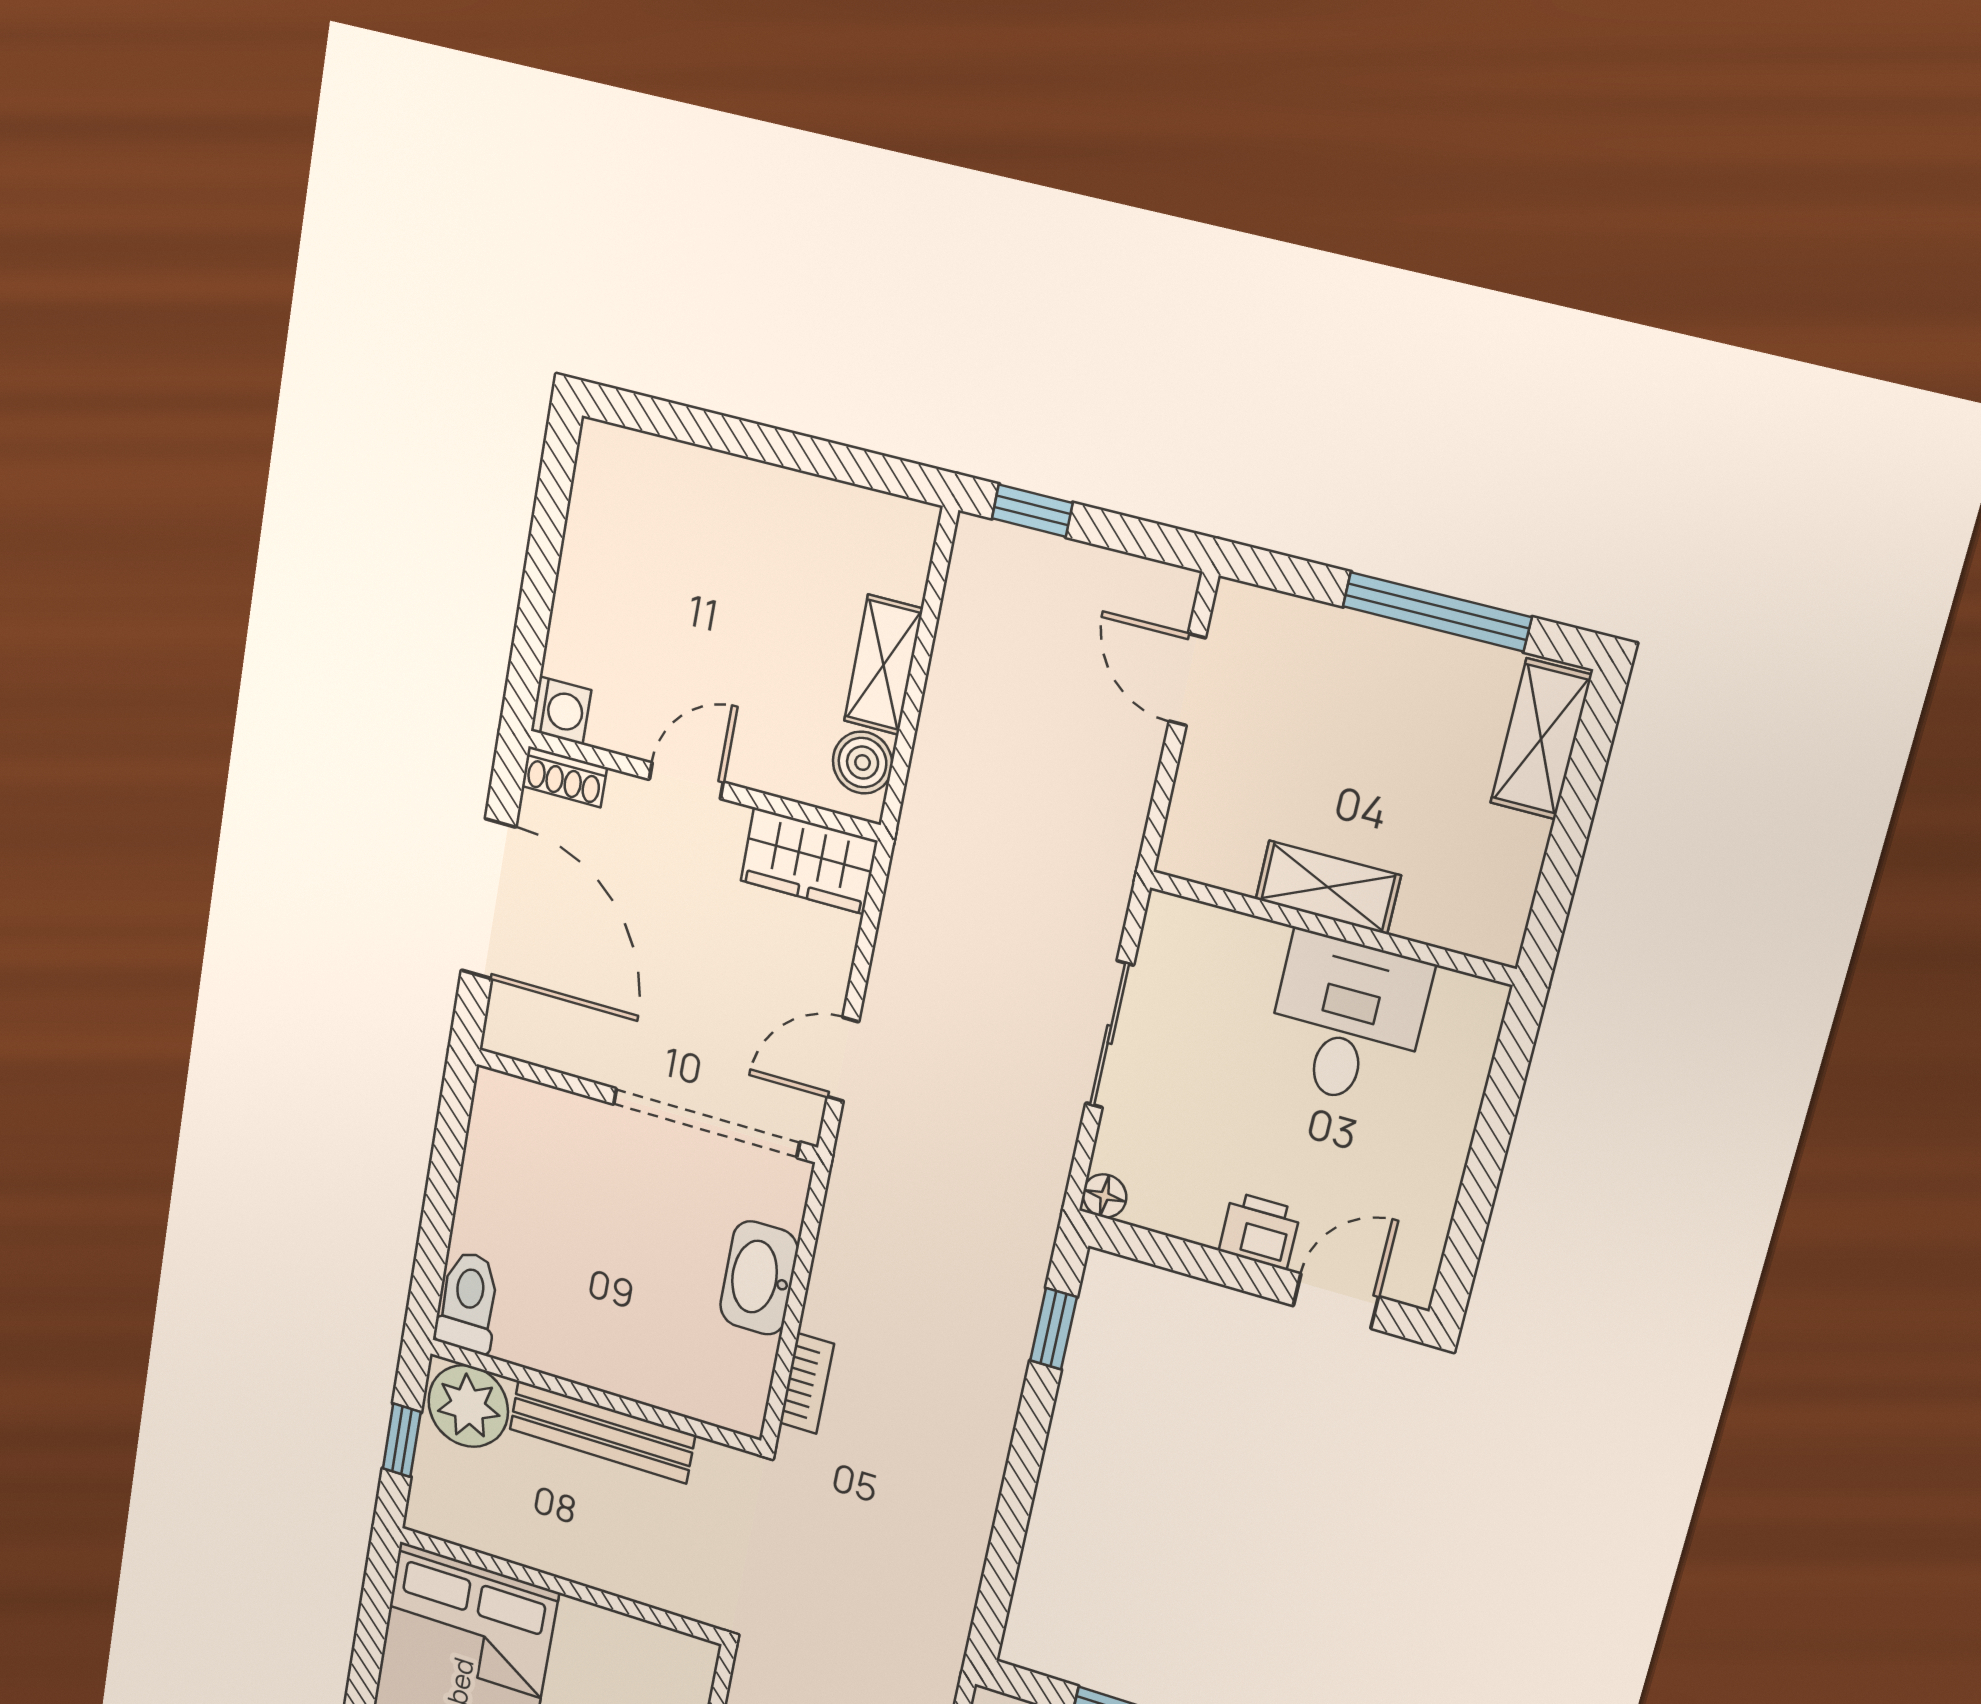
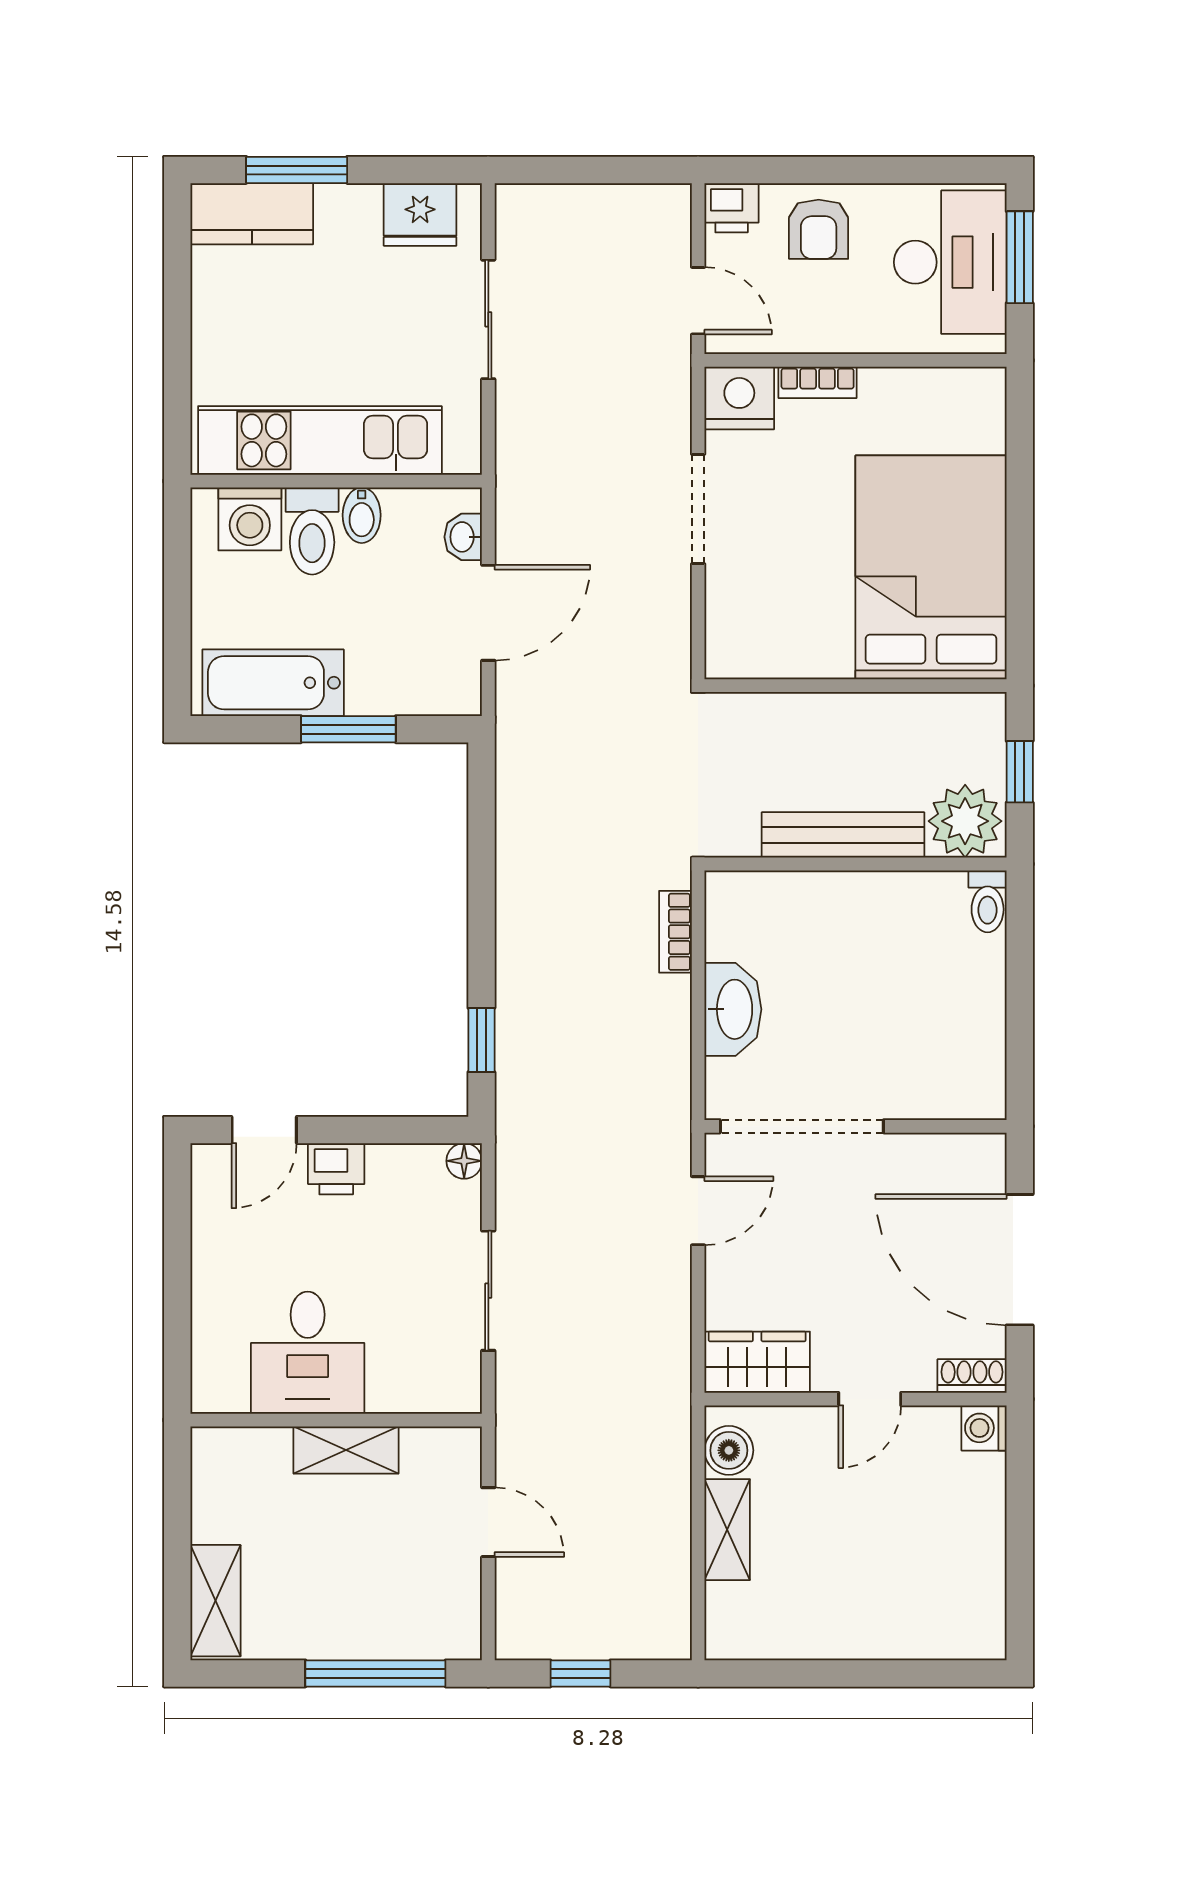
window: (1032, 511) -> (580, 1673), moved
window: (1437, 612) -> (375, 1673), moved
door: (1187, 680) -> (488, 1522), moved
toilet: (468, 1302) -> (988, 901), width x0.73, depth x0.72

